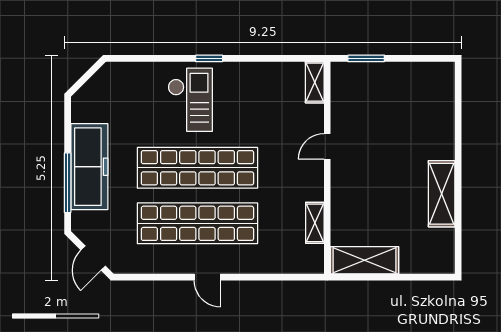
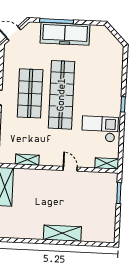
checkout: (190, 100) -> (100, 129), moved, turned 180
shelving: (442, 194) -> (62, 233), moved
shop shelf: (197, 223) -> (30, 93), width x0.71

